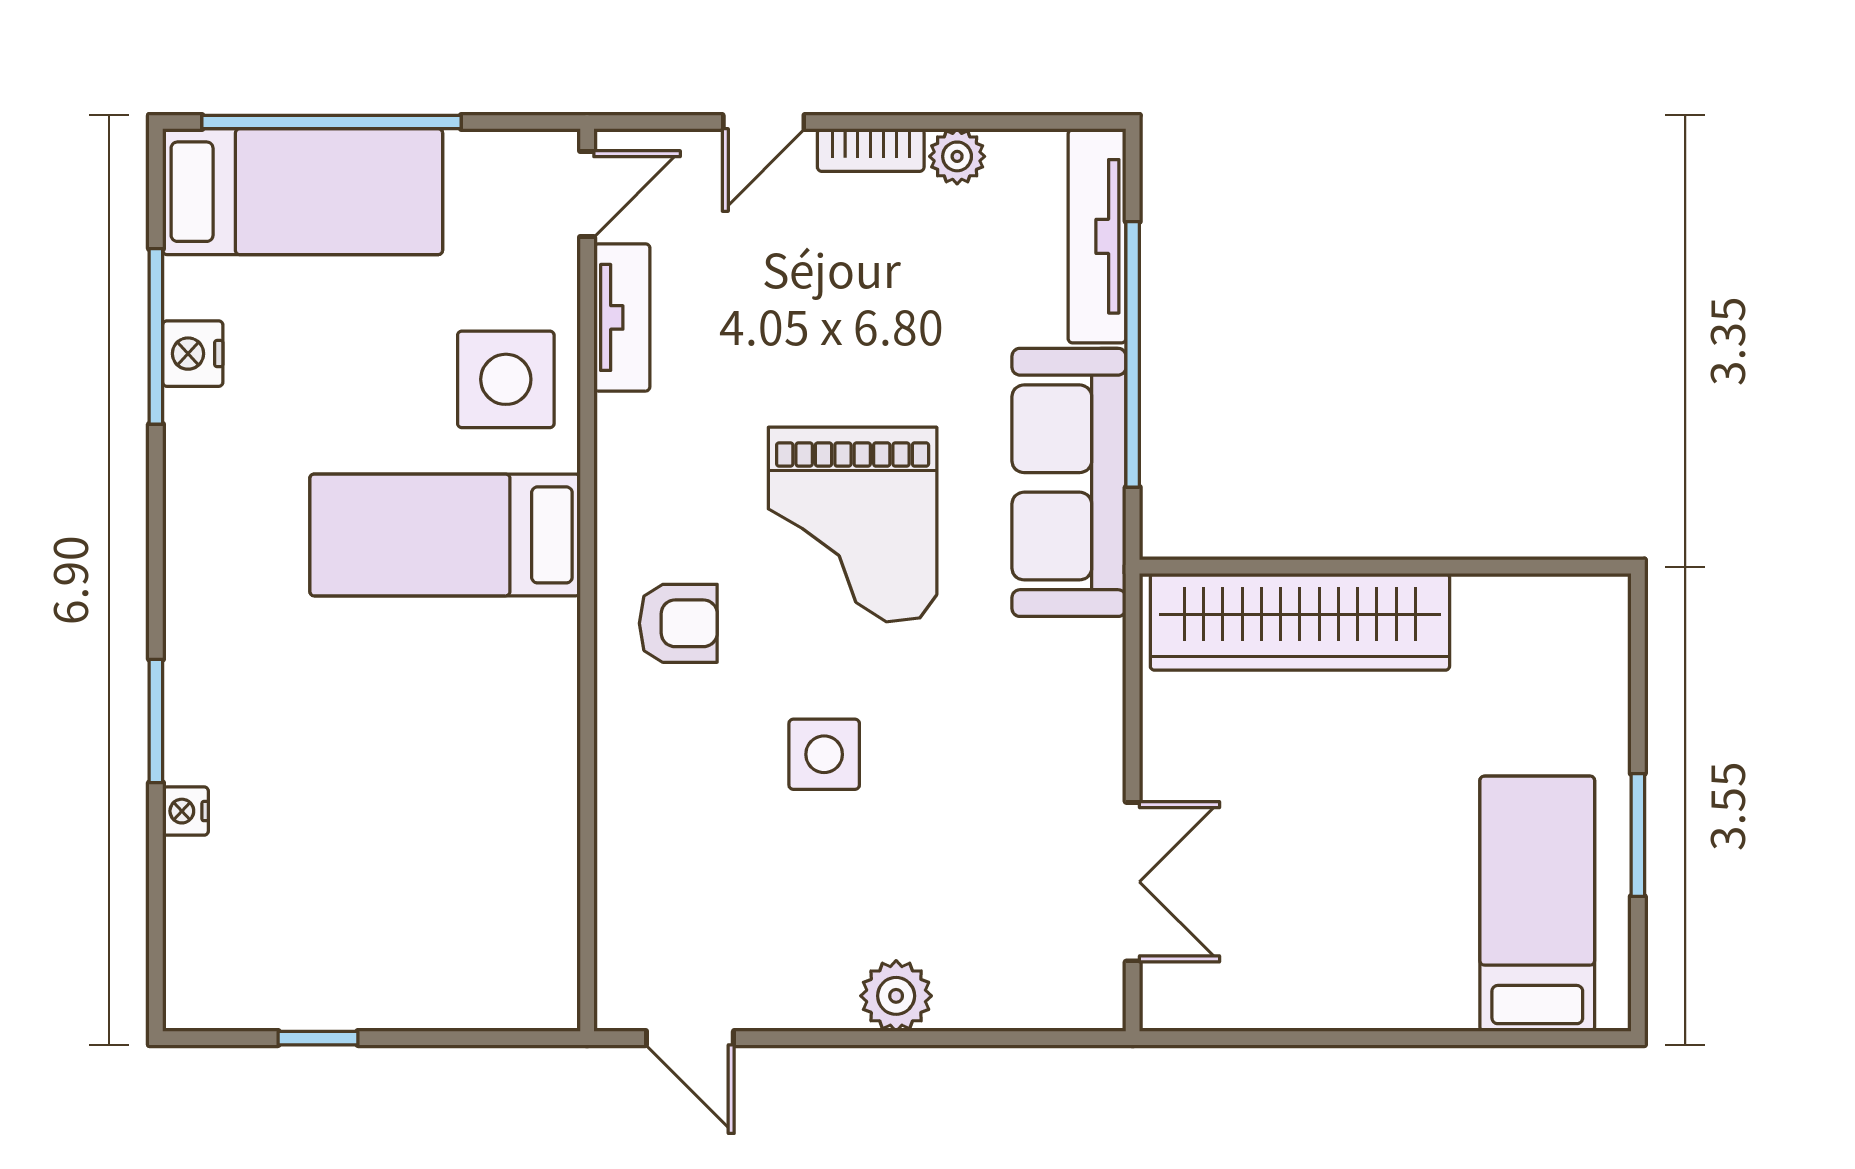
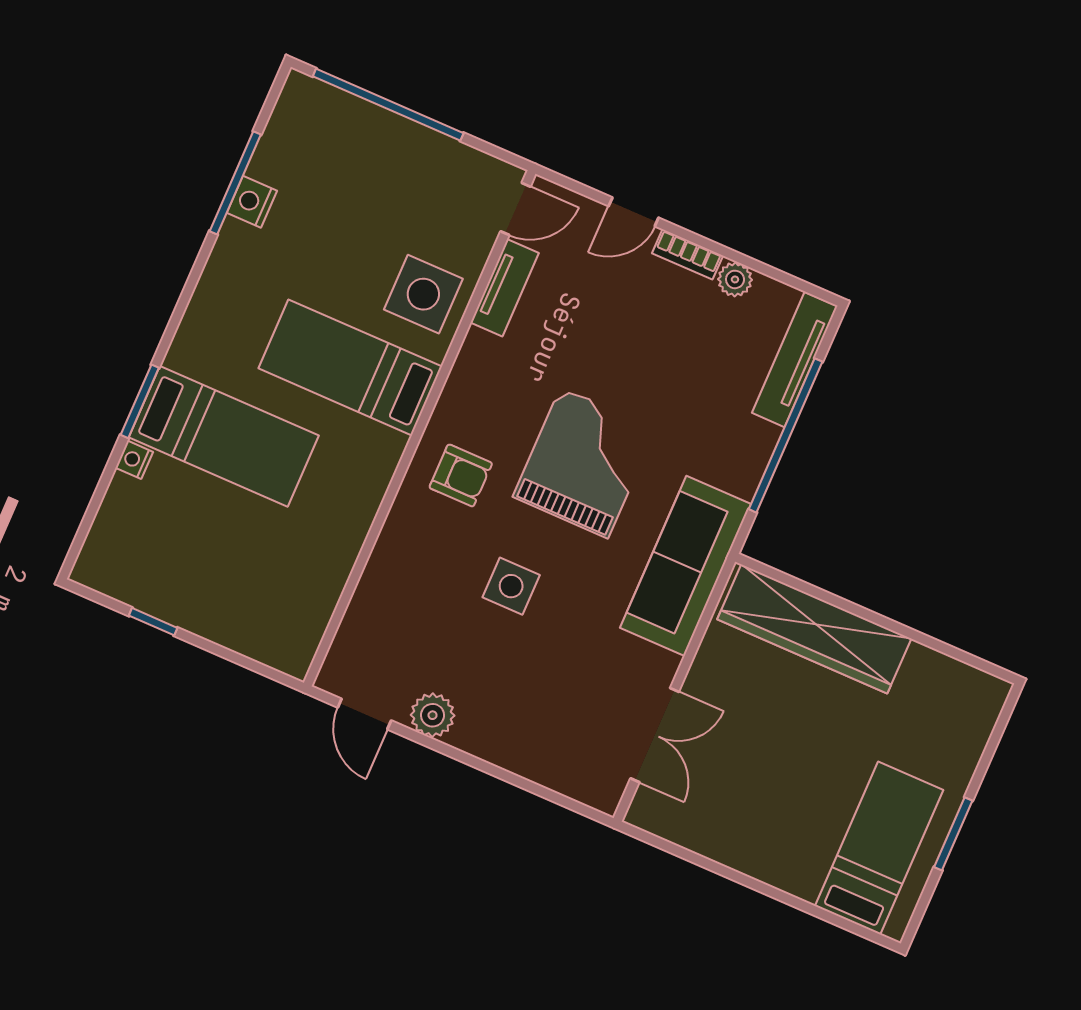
bed: (303, 192) -> (224, 436), moved
sofa: (1069, 482) -> (686, 566), moved
grand piano: (853, 525) -> (584, 463), turned 180
plant: (896, 996) -> (433, 715), moved

